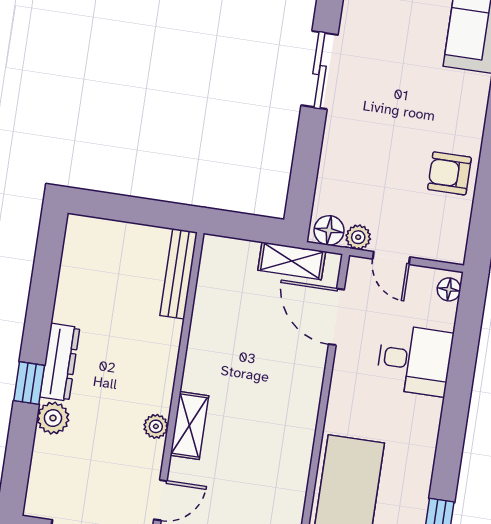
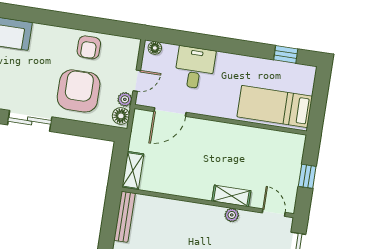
armchair: (373, 156) -> (79, 91), added
shelving: (292, 261) -> (133, 171), moved
bench: (179, 274) -> (125, 217), moved, turned 90

